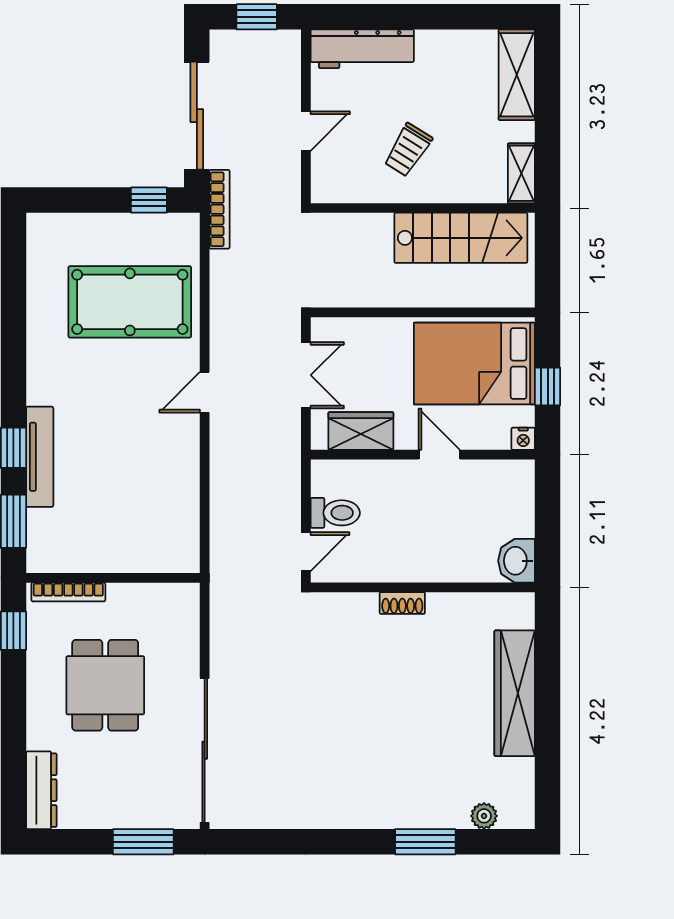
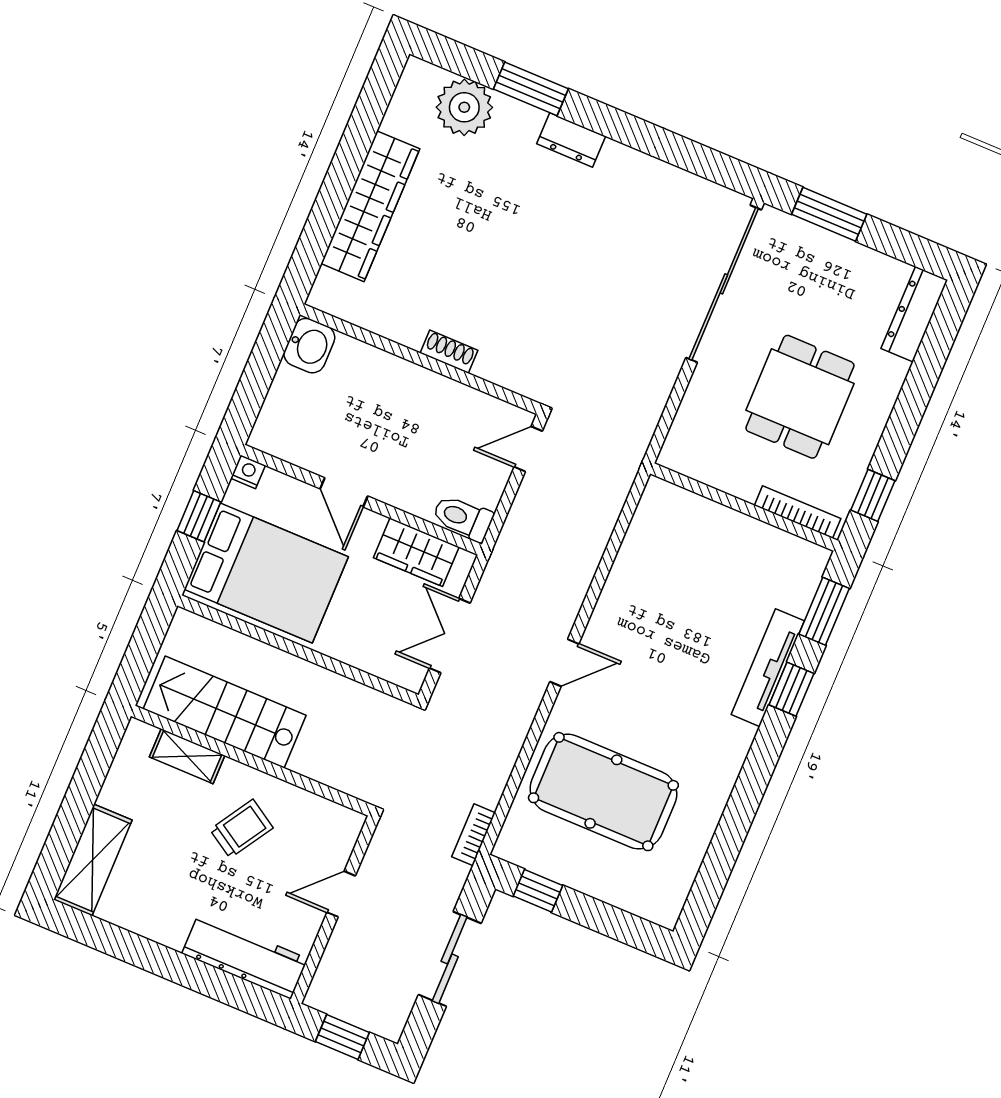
sliding door: (197, 116) -> (450, 959), width x0.73
shelving: (521, 173) -> (187, 756), moved, turned 90
bookcase: (219, 209) -> (474, 835), width x0.64
toilet: (335, 513) -> (463, 518), moved
dresser: (376, 814) -> (571, 140), added
plant: (484, 816) -> (464, 107), width x1.87, depth x1.87

